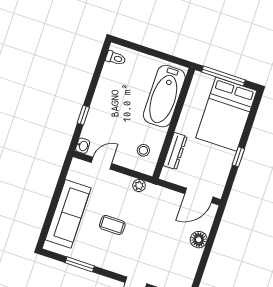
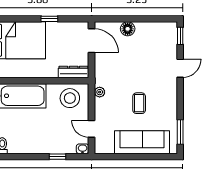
stool: (143, 150) -> (70, 98), width x1.89, depth x1.89
dresser: (175, 151) -> (74, 72), moved
window: (80, 264) -> (180, 132), moved

